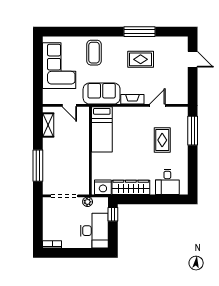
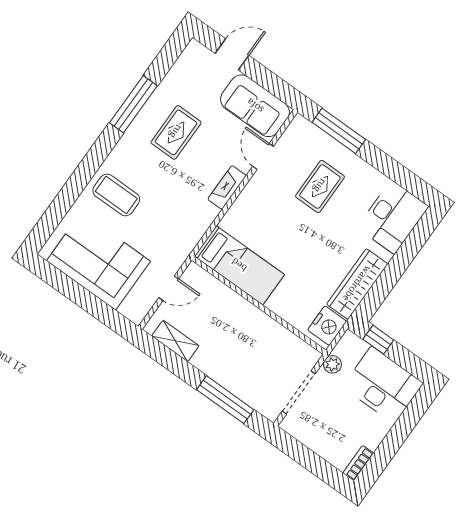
sofa: (102, 94) -> (255, 106), moved, turned -90
rug: (162, 140) -> (320, 186), turned 90
desk: (167, 182) -> (393, 217), width x1.37

